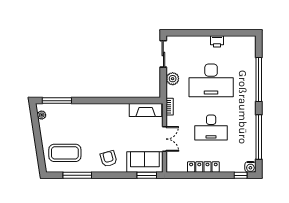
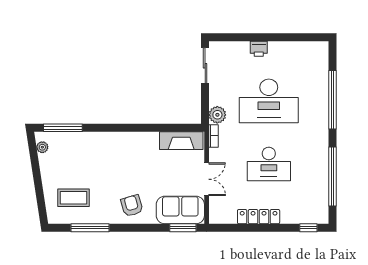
printer: (217, 41) -> (259, 49), moved
plant: (173, 79) -> (217, 115), moved
coffee table: (65, 153) -> (73, 198), width x0.73, depth x0.76
water cooler: (250, 167) -> (321, 217), removed

